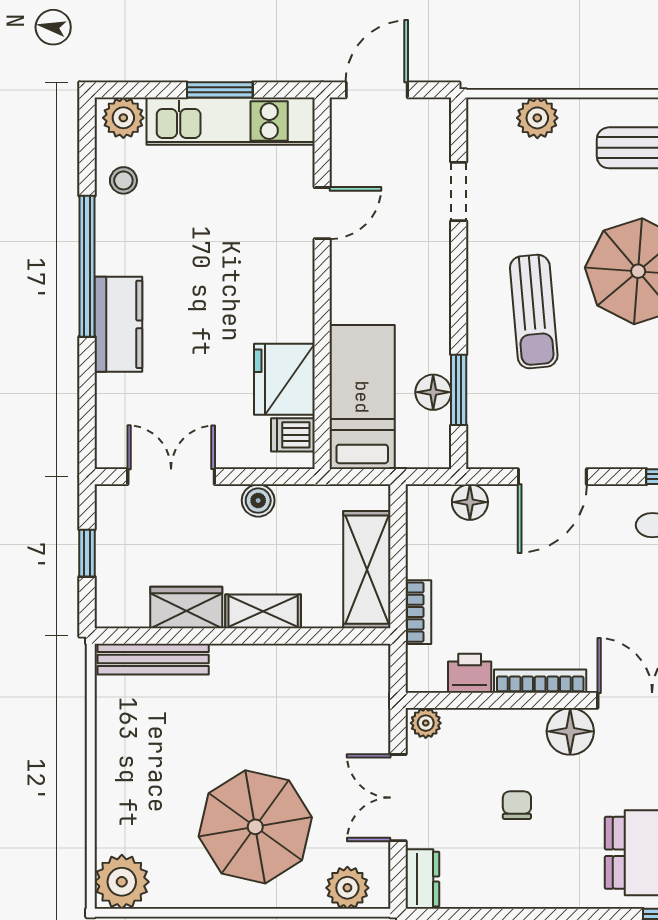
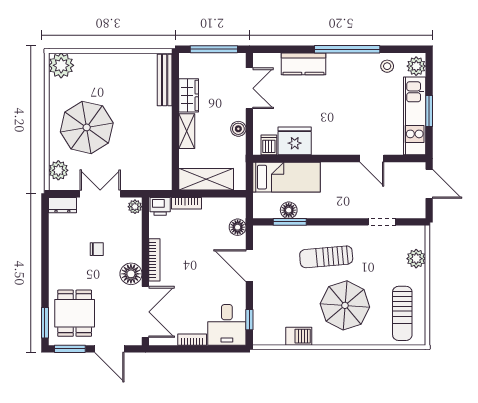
kitchen counter: (118, 324) -> (303, 64), moved
window: (87, 553) -> (214, 49), width x2.17
printer: (470, 673) -> (160, 206), moved, turned 90

